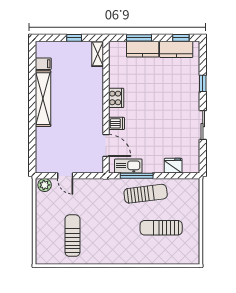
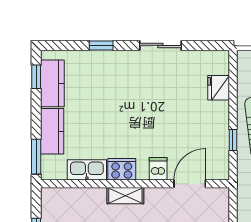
window: (139, 38) -> (36, 157), moved
shelving: (98, 54) -> (125, 196), moved
kitchen sink: (128, 166) -> (87, 170), moved, turned 90
window: (137, 176) -> (233, 140), width x0.46

